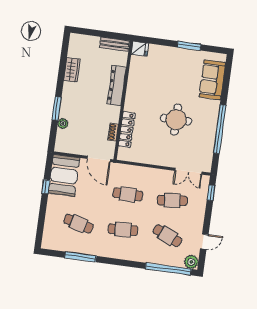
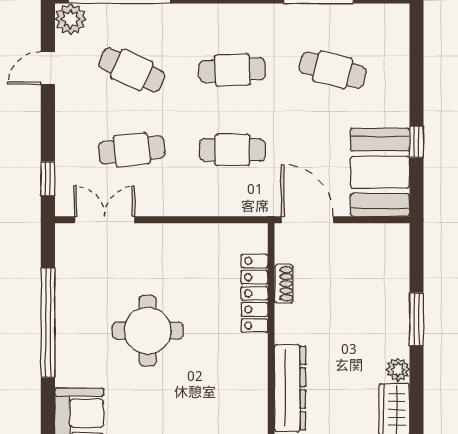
plant: (63, 124) -> (398, 370), moved

